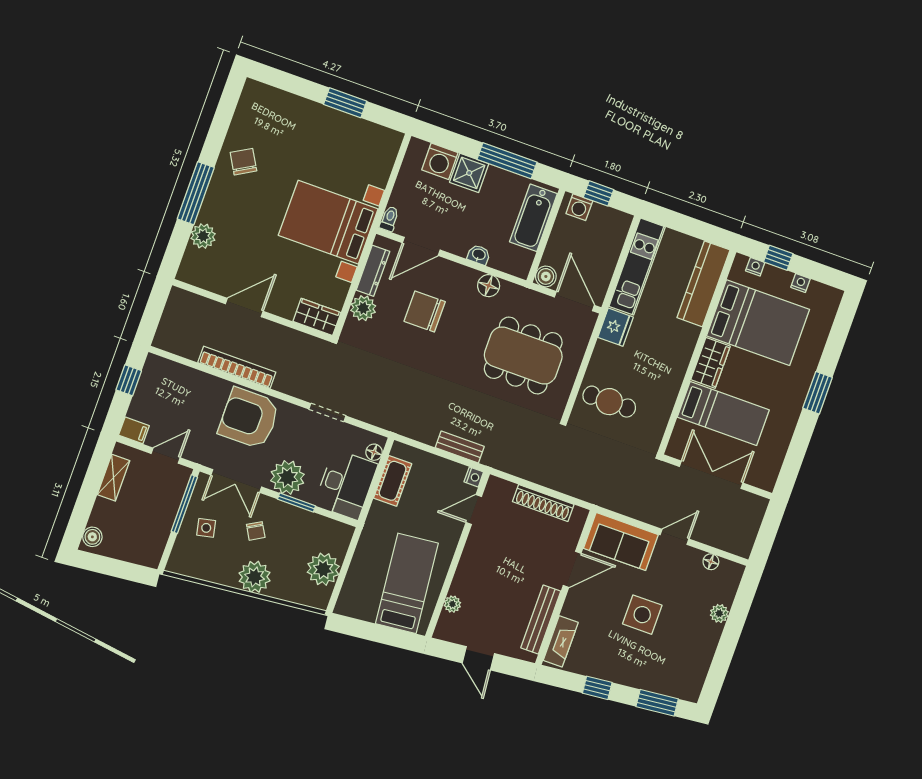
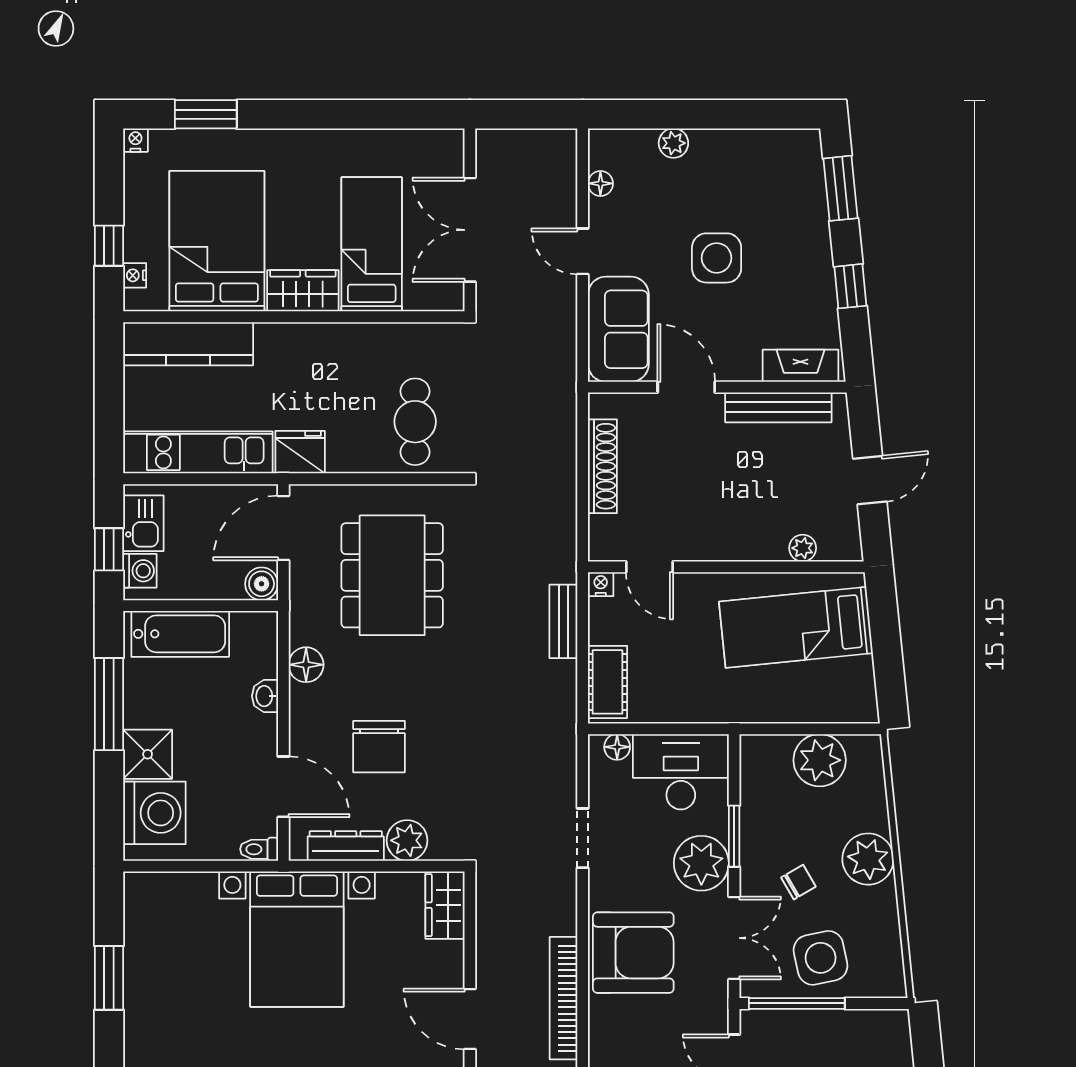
washing machine: (440, 161) -> (154, 813), width x1.37, depth x1.37
kitchen sink: (607, 219) -> (143, 523), added
nightstand: (800, 283) -> (135, 140), moved, turned 90
window: (818, 393) -> (206, 114), moved
armchair: (249, 418) -> (633, 953), turned -90
cot: (393, 481) -> (608, 682), moved, turned 90
side table: (206, 528) -> (821, 958), width x1.87, depth x1.87

